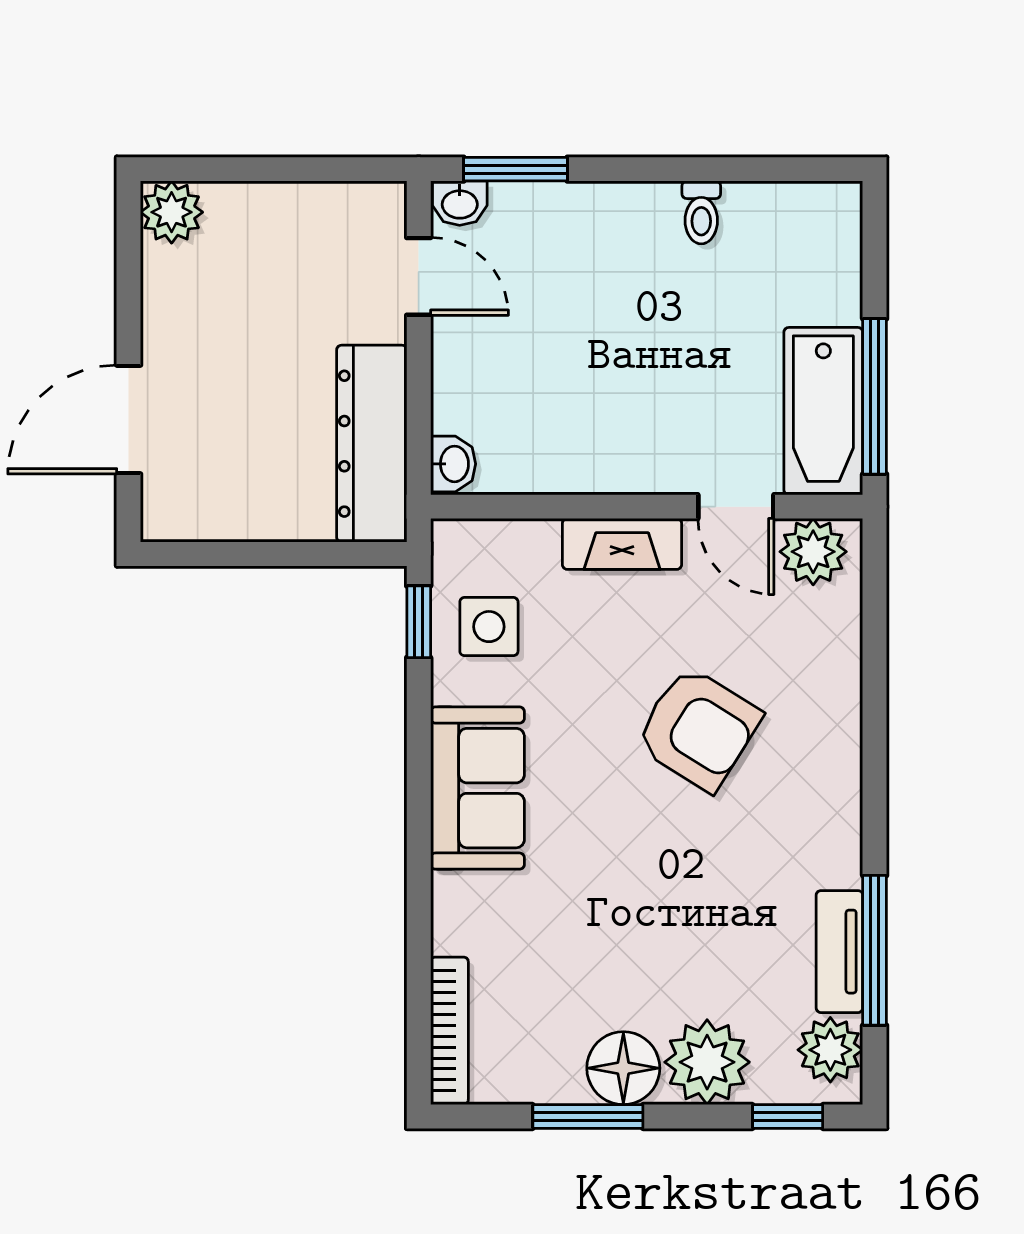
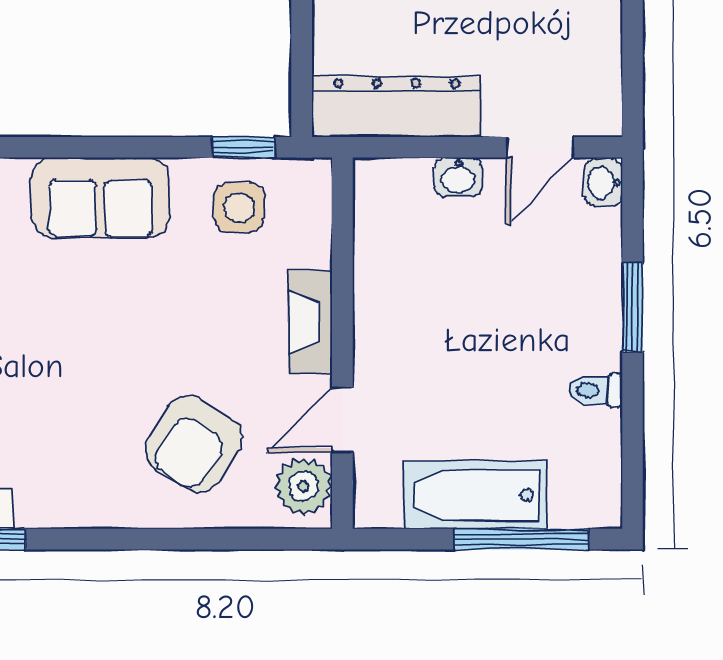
window: (516, 169) -> (632, 307), moved
window: (875, 396) -> (522, 539), moved
bathtub: (823, 411) -> (475, 495), moved
washbasin: (453, 464) -> (458, 177), moved
armchair: (698, 729) -> (194, 444), moved

